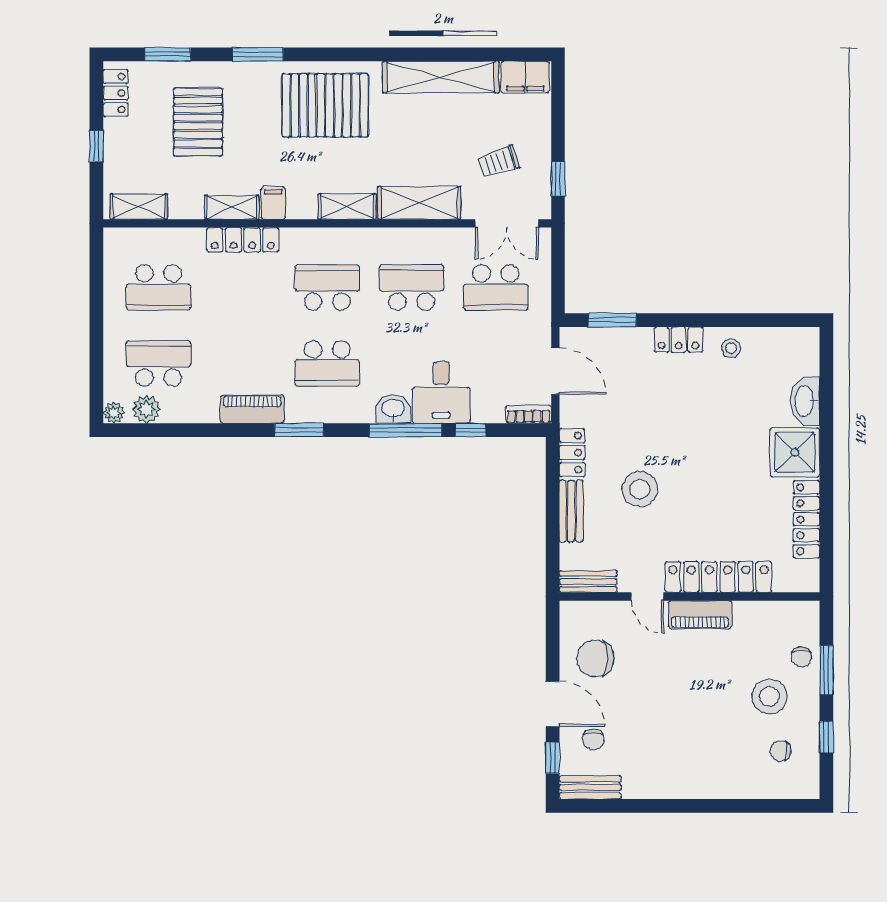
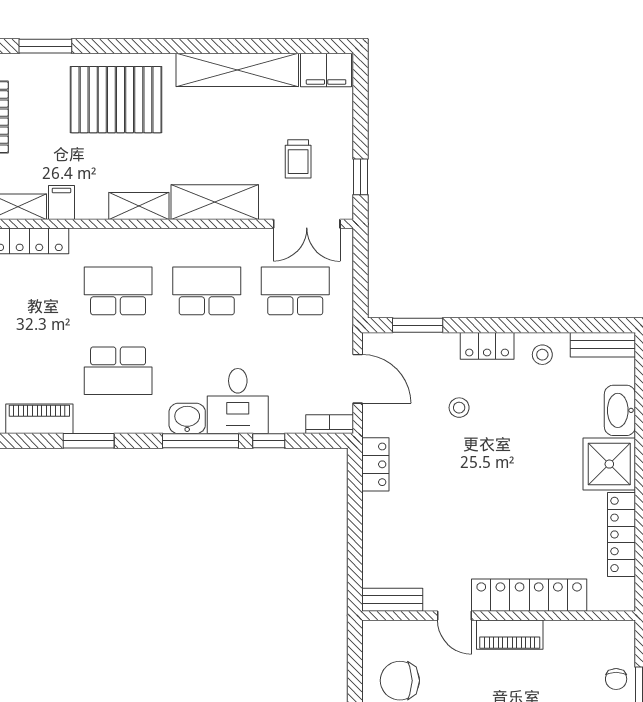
trolley: (499, 162) -> (298, 159), turned -72
school desk: (496, 287) -> (295, 291), turned 180
stool: (640, 489) -> (459, 408), moved, width x0.53, depth x0.53
bench: (571, 511) -> (603, 345), moved, turned 90

